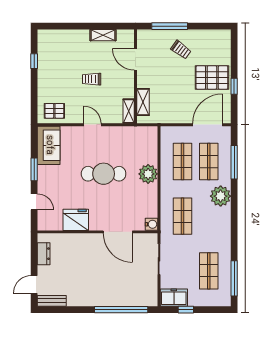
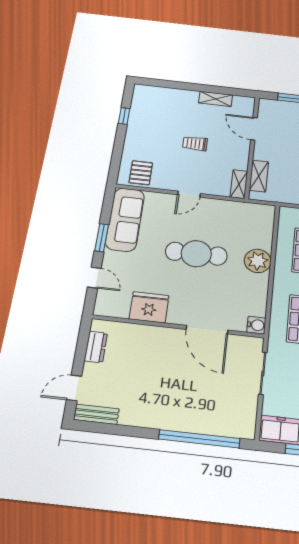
pallet: (54, 111) -> (141, 173), turned 90
door: (92, 125) -> (189, 194), swing flipped
sofa: (49, 145) -> (125, 219), width x1.36

